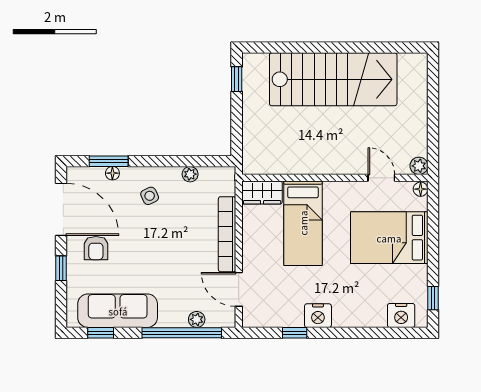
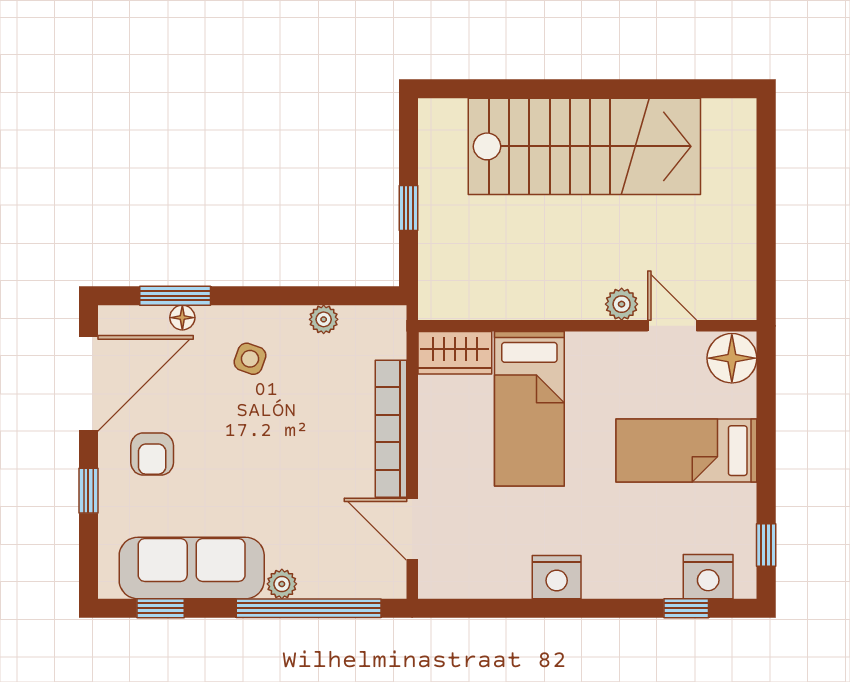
window: (237, 79) -> (408, 208), moved
plant: (419, 166) -> (622, 304), moved
floor lamp: (421, 189) -> (732, 358), width x1.89, depth x1.89
side table: (150, 196) -> (250, 359), turned 45
door: (61, 209) -> (88, 383), hinge flipped
bed: (389, 238) -> (686, 451), width x0.67
plant: (197, 319) -> (282, 584), moved
window: (295, 333) -> (686, 608), moved

